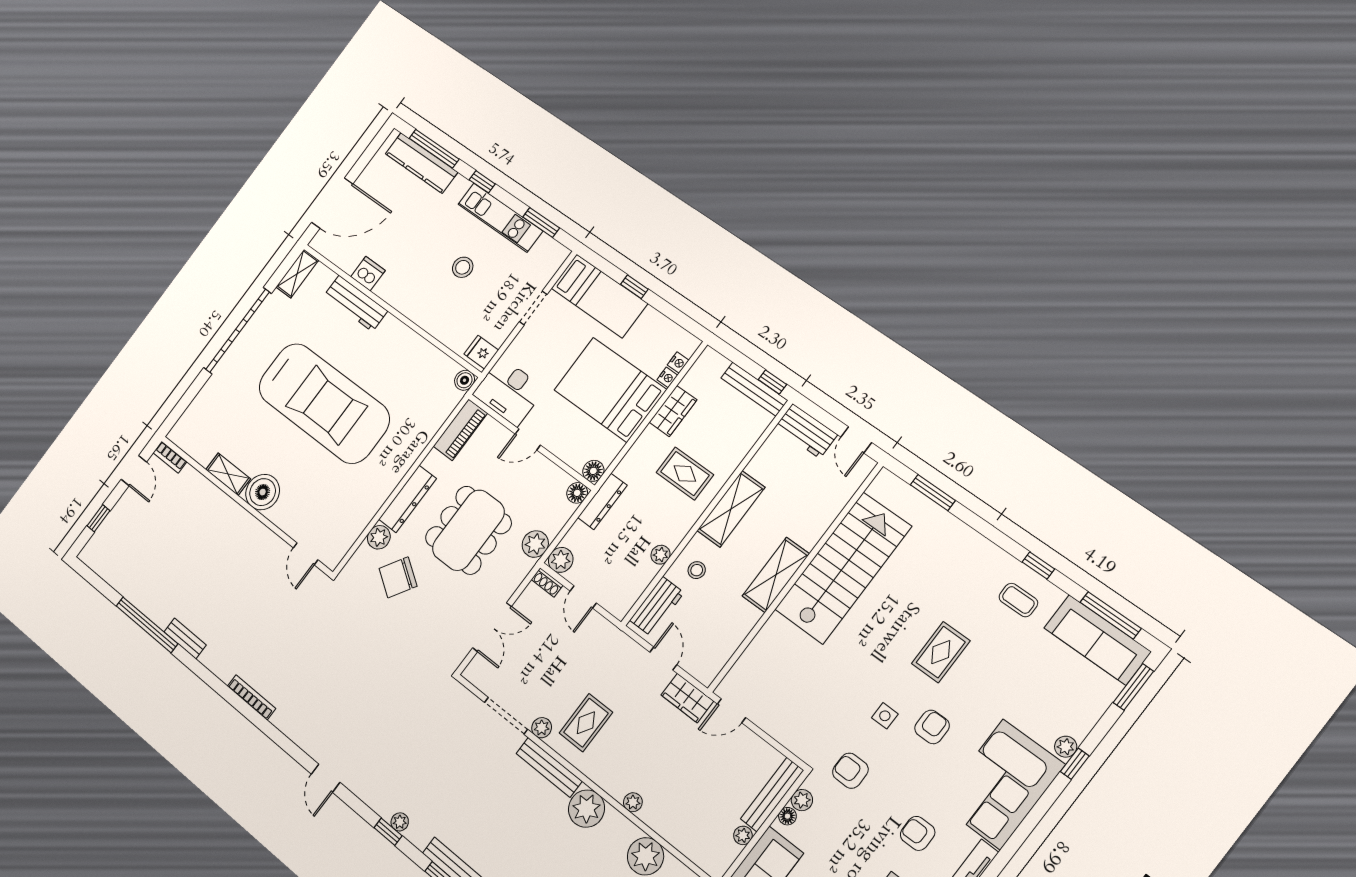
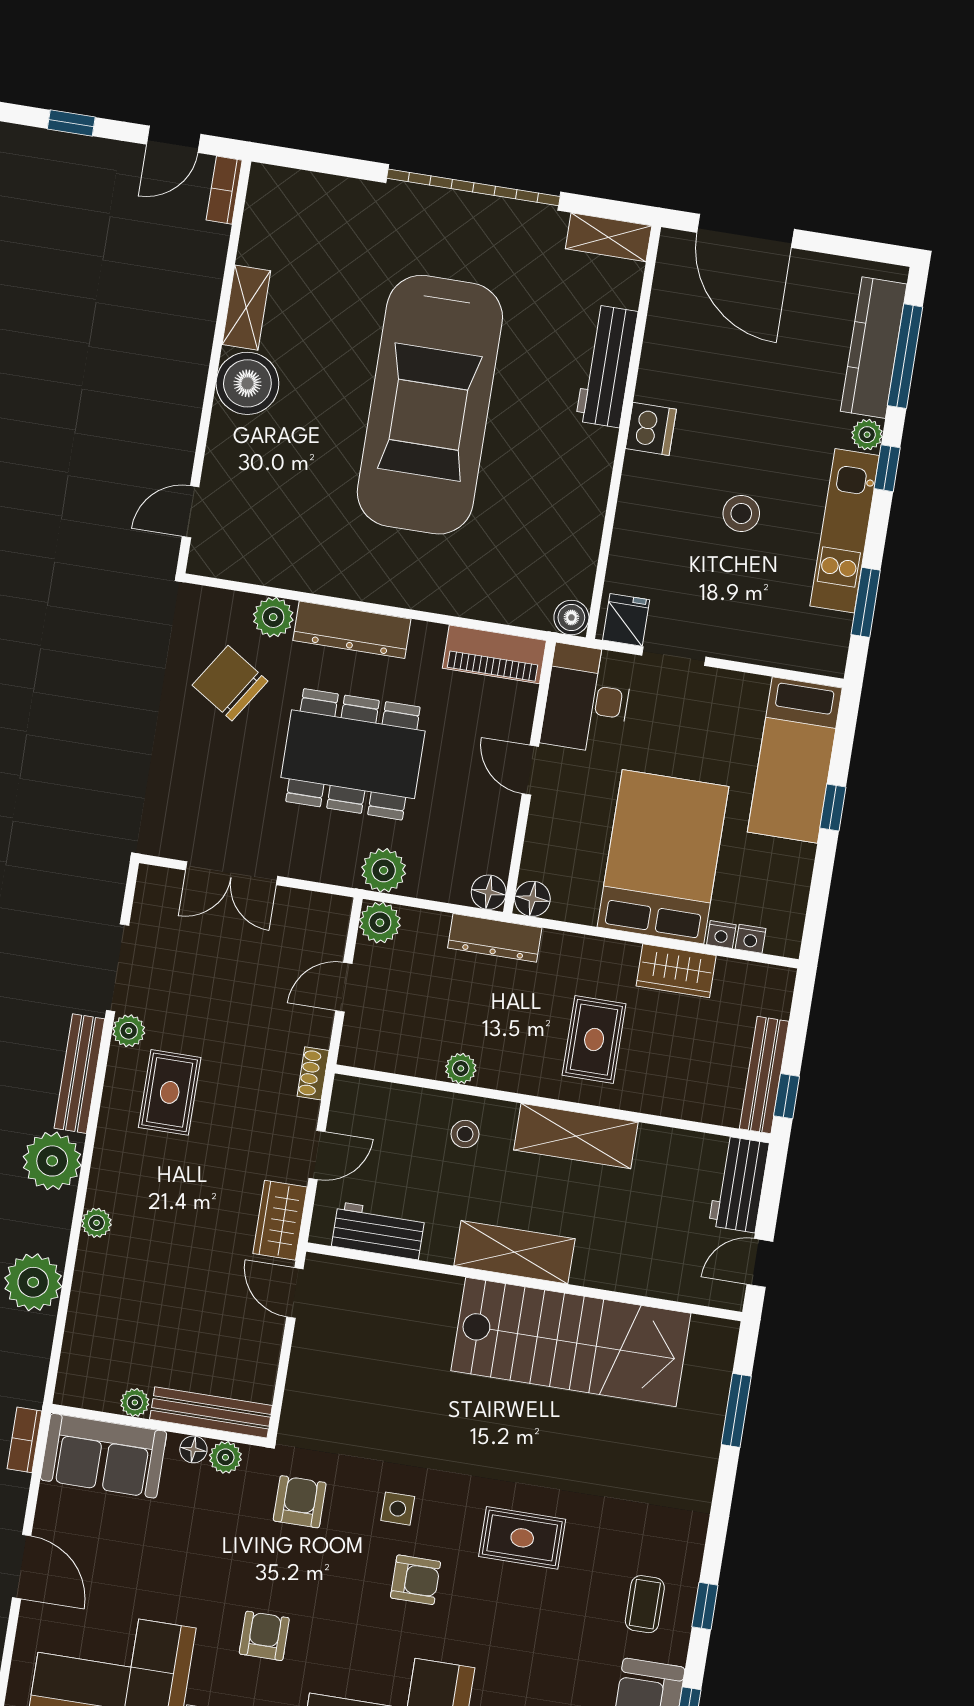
plant: (460, 185) -> (867, 435), added
dishwasher: (368, 274) -> (651, 429), moved
doorway: (533, 308) -> (674, 656), moved
shoe rack: (547, 582) -> (313, 1073), moved
workbench: (657, 606) -> (378, 1231), moved, turned 180
rug: (586, 723) -> (170, 1092), turned 90

